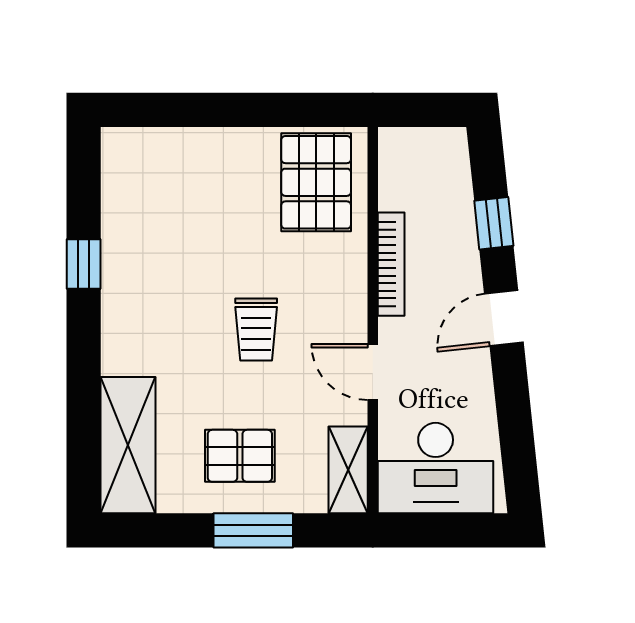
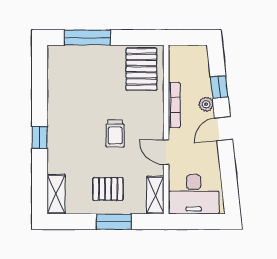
window: (193, 110) -> (87, 37), added
plant: (464, 262) -> (206, 104), added
window: (84, 264) -> (40, 137), moved
shelving: (128, 445) -> (56, 194), width x0.67, depth x0.75

